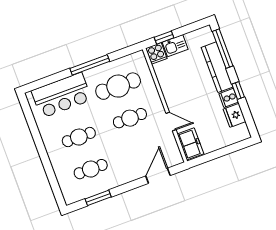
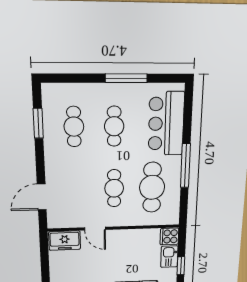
window: (164, 38) -> (181, 266), moved
door: (171, 122) -> (95, 229), hinge flipped
window: (38, 141) -> (126, 78), added
door: (158, 176) -> (42, 197), swing flipped

